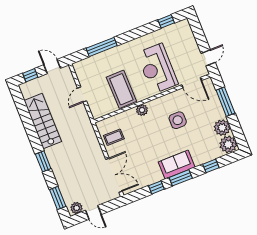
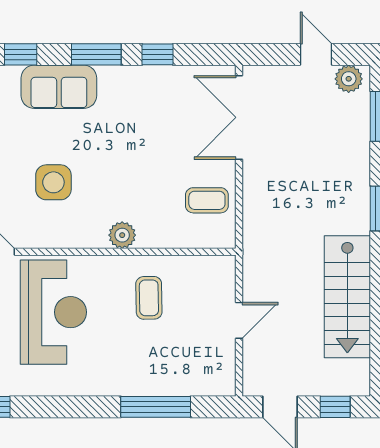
coffee table: (121, 89) -> (149, 298), width x0.54, depth x0.58
sofa: (177, 165) -> (59, 87), moved

